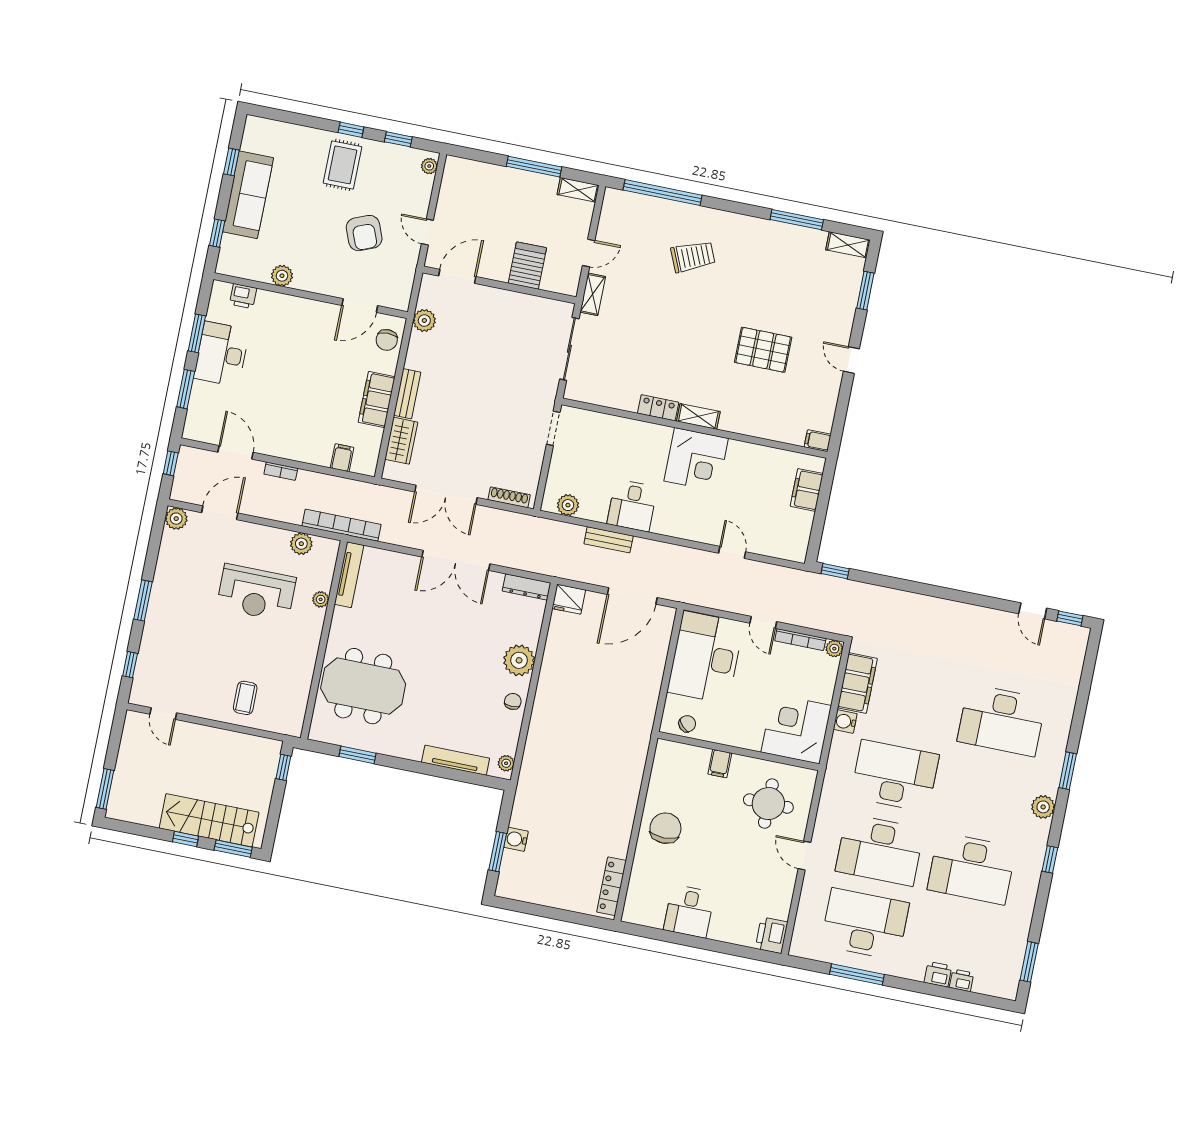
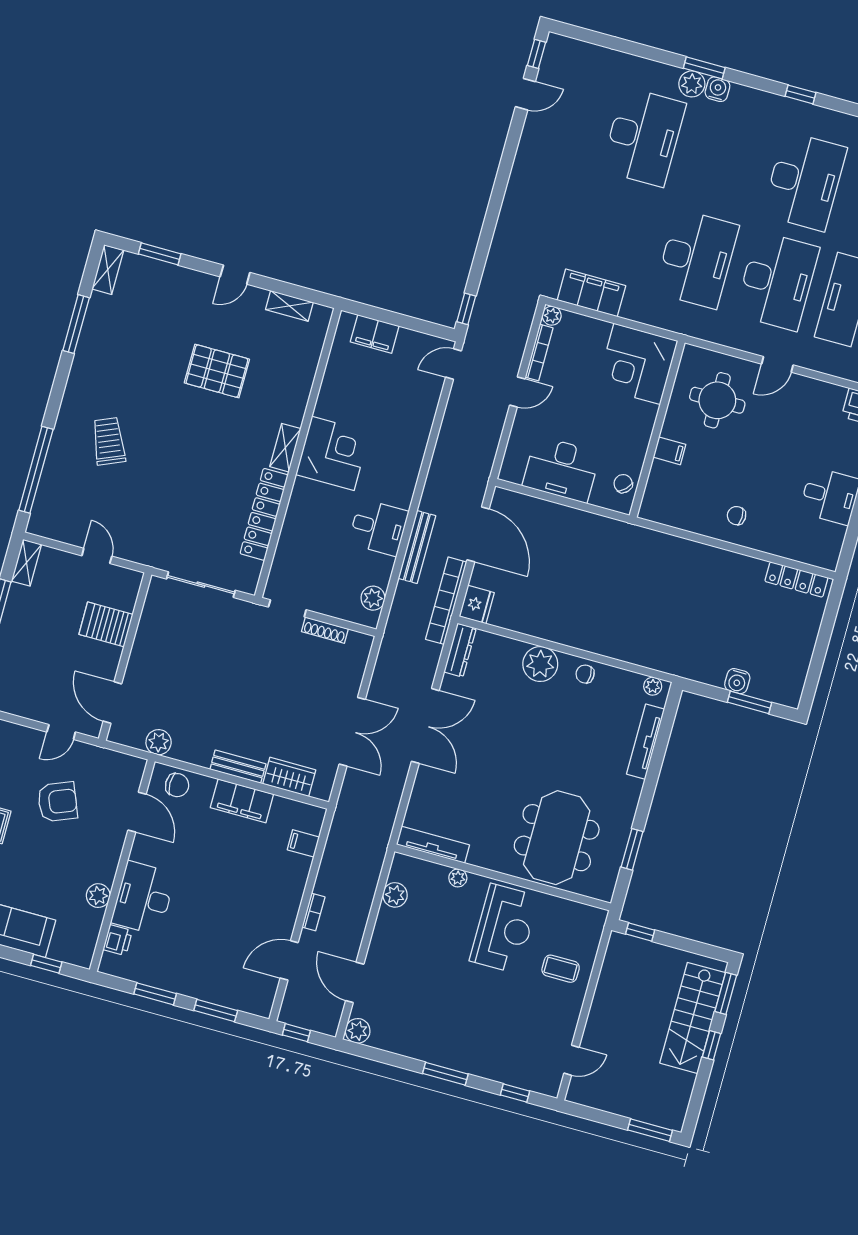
shelving: (593, 294) -> (289, 306), moved
pallet: (763, 350) -> (217, 371), turned 90
desk: (222, 354) -> (143, 898), moved, turned 90
locker: (658, 408) -> (264, 514), width x2.16, depth x1.21
filing cabinet: (818, 441) -> (321, 318), removed
shoe rack: (509, 497) -> (325, 630), moved, turned -90
bookcase: (342, 525) -> (446, 601), moved
bench: (609, 540) -> (417, 547), width x1.36
door: (732, 552) -> (454, 364), moved
reception desk: (256, 593) -> (504, 929), moved
desk: (706, 657) -> (561, 469), width x0.73, depth x0.77
water cooler: (845, 722) -> (717, 89), moved, turned 180
desk: (895, 776) -> (697, 259), turned 180
plant: (1043, 807) -> (692, 84), moved
chair: (665, 828) -> (737, 516), width x0.54, depth x0.54

